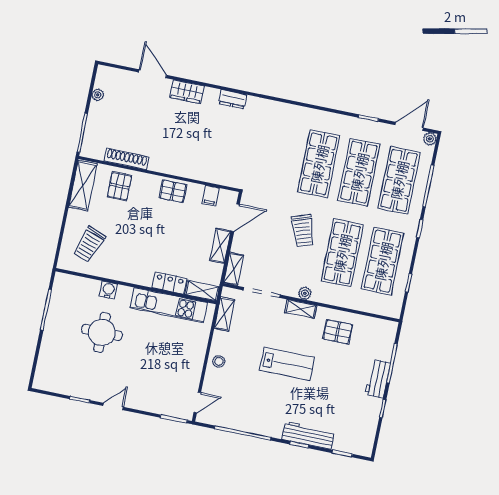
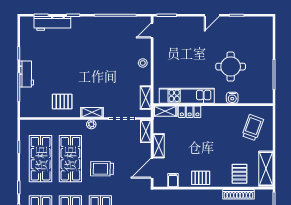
trolley: (303, 231) -> (102, 169), turned -70
lab bench: (287, 364) -> (94, 71), removed
workbench: (308, 435) -> (52, 23), moved

